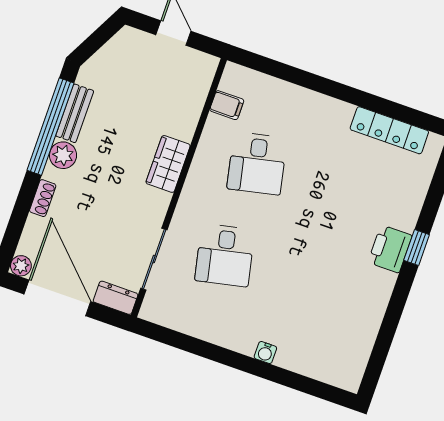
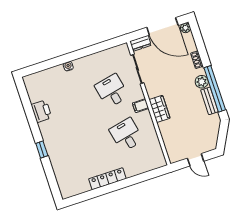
filing cabinet: (227, 105) -> (141, 106), moved
locker: (389, 130) -> (107, 179), moved
printer: (390, 249) -> (41, 111), moved

